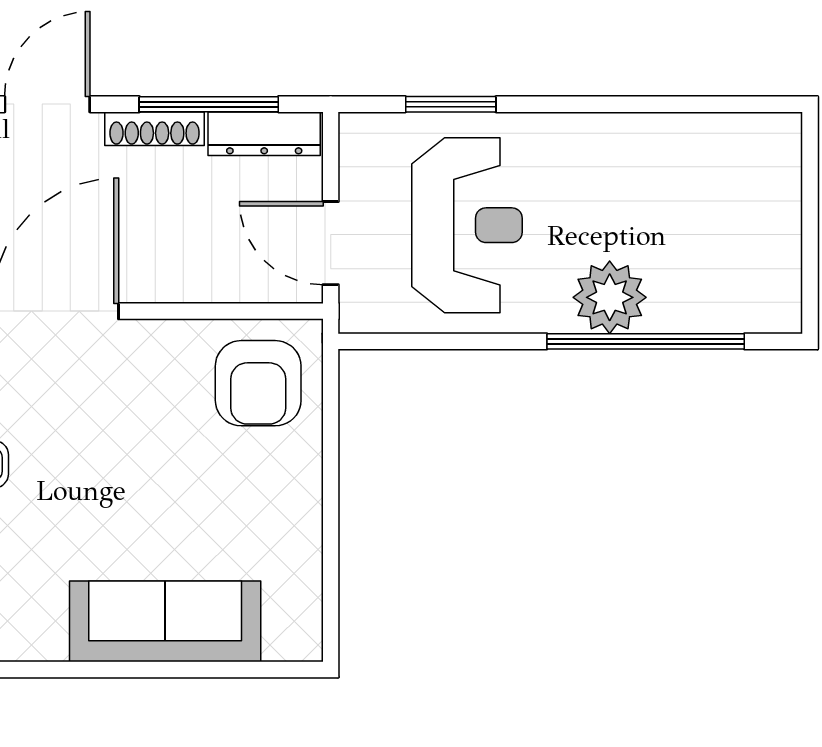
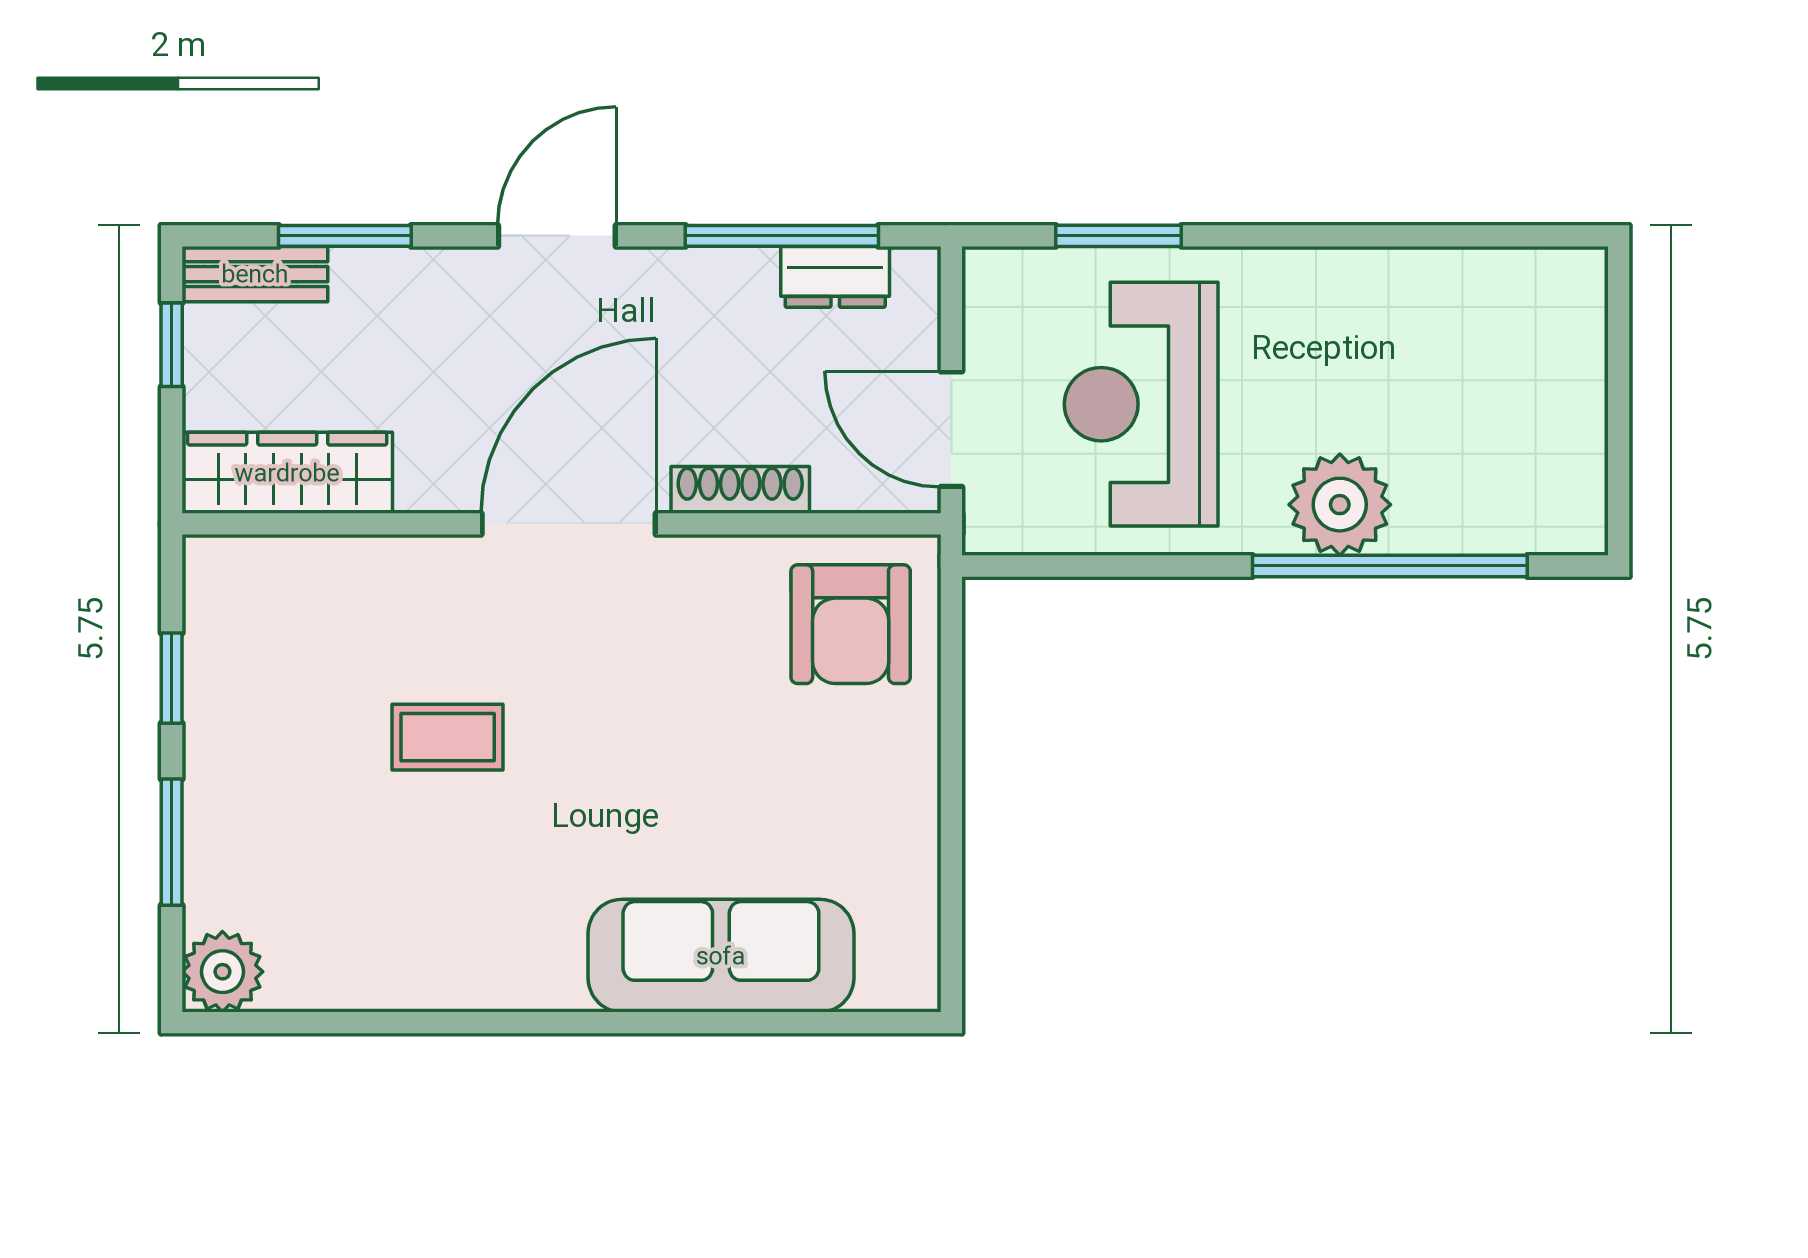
shoe rack: (155, 129) -> (740, 490), moved, turned 180
dresser: (264, 134) -> (835, 277), width x0.70
reception desk: (467, 225) -> (1141, 404), turned 180

